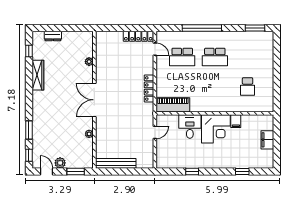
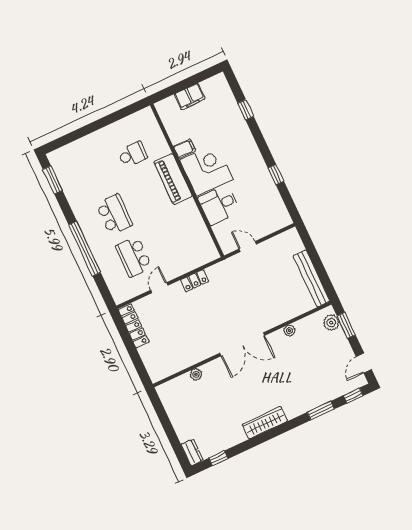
dresser: (53, 36) -> (192, 452), moved
door: (155, 49) -> (159, 288), moved
school desk: (182, 57) -> (134, 257), turned 180
wardrobe: (38, 75) -> (265, 423), moved
locker: (149, 89) -> (195, 281), width x0.66
piano: (173, 105) -> (173, 179), moved
plant: (60, 163) -> (331, 323), moved

